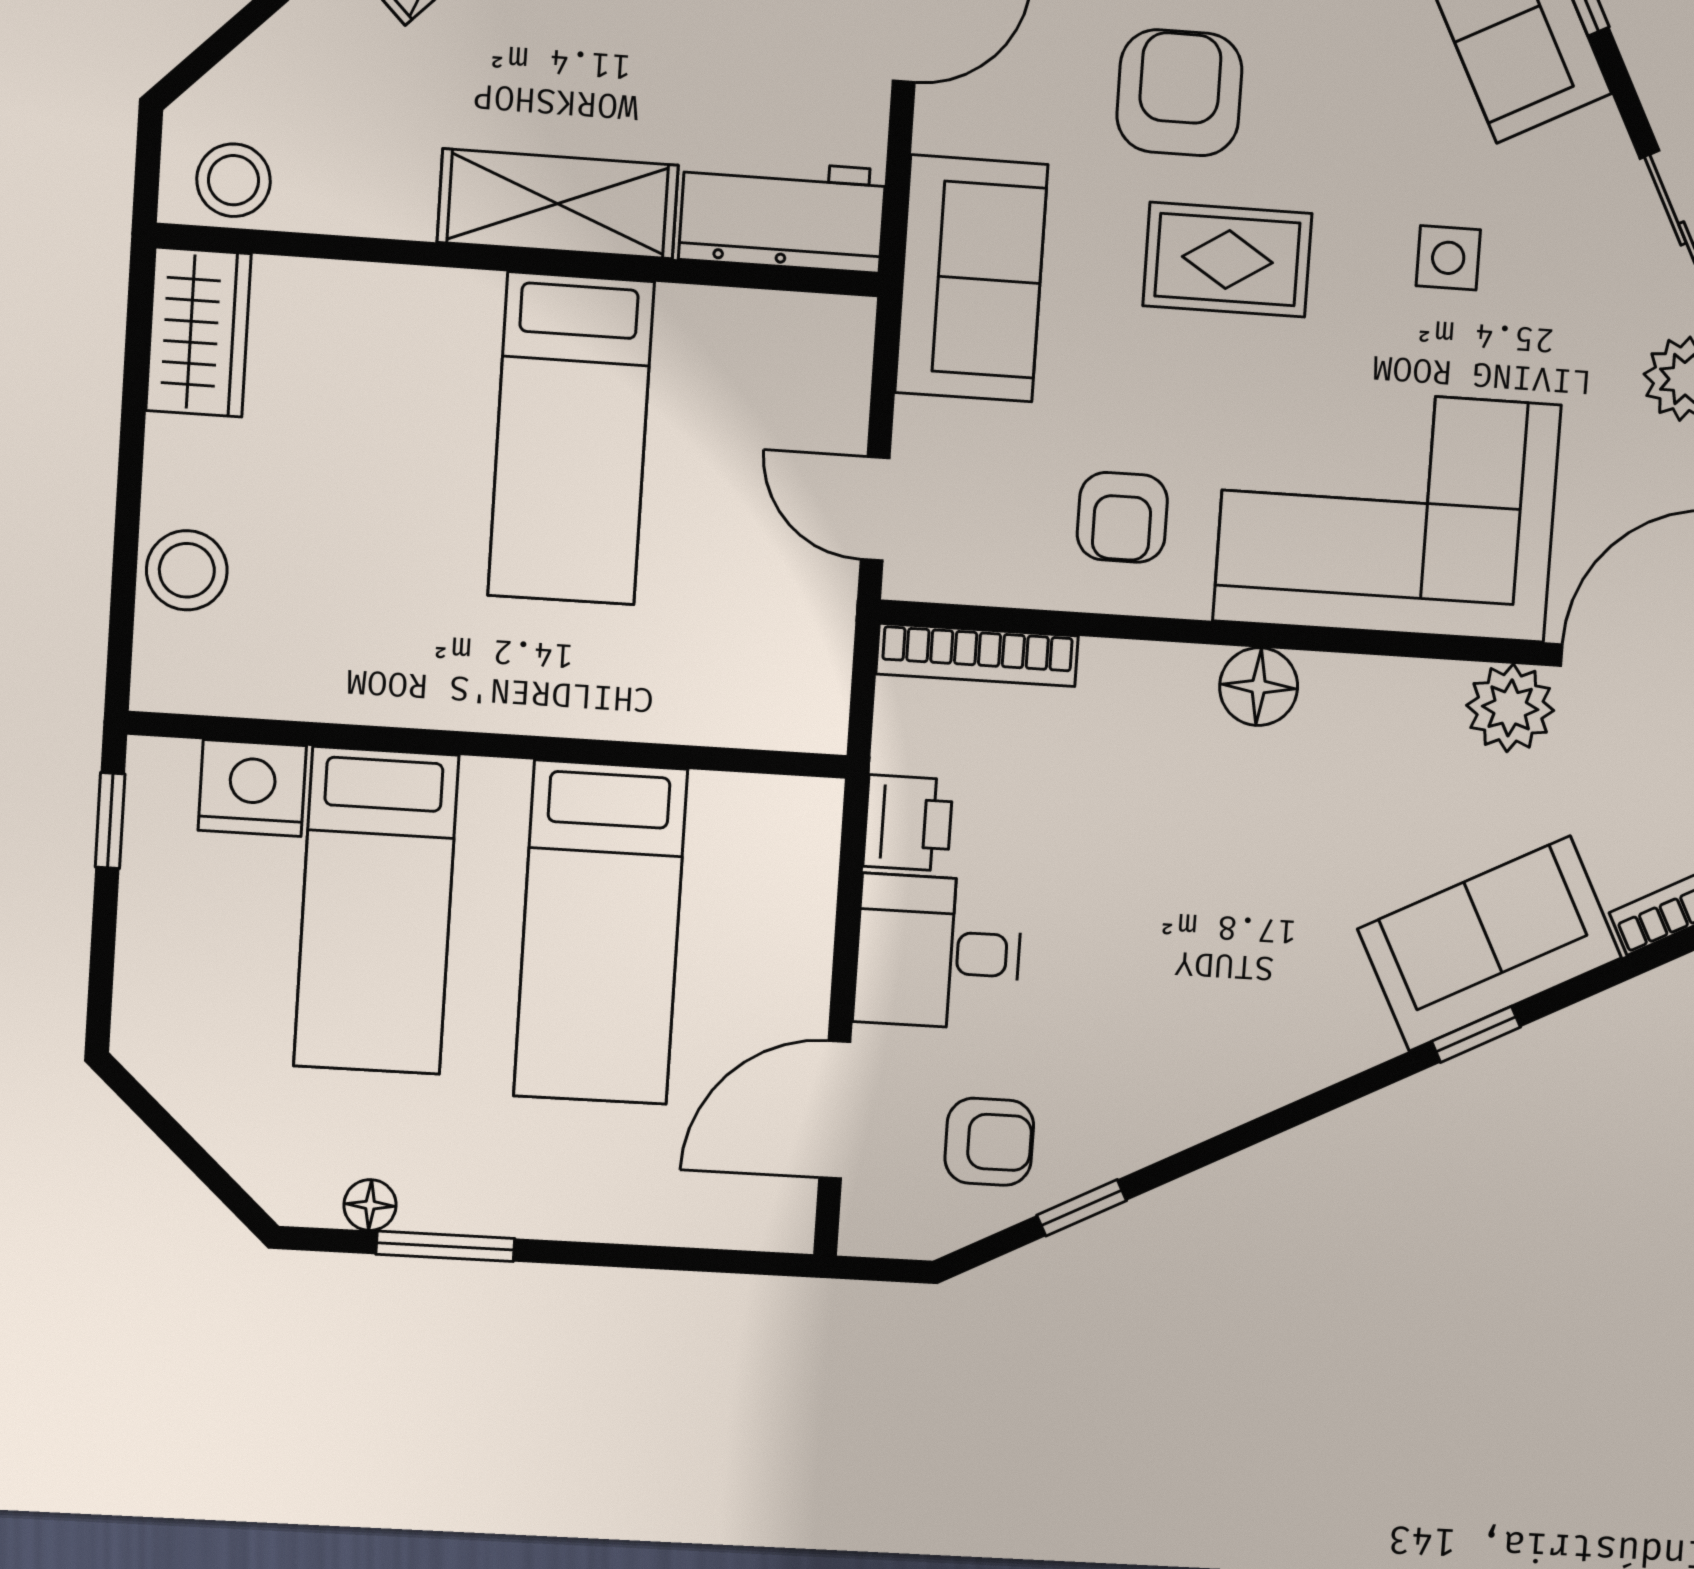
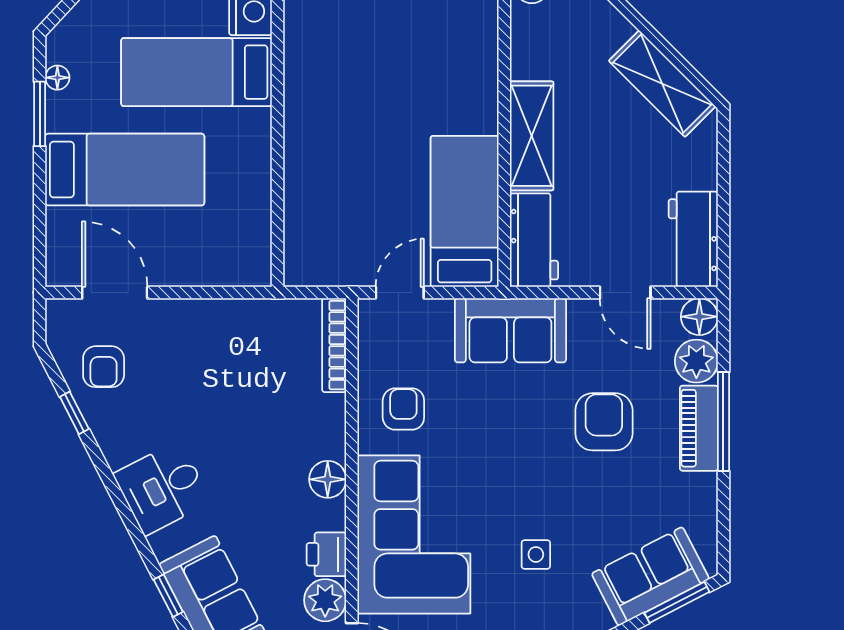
armchair: (1179, 93) -> (604, 422), turned -90
rug: (1228, 260) -> (528, 450), removed
bed: (571, 439) -> (465, 211), moved, turned 90
armchair: (1122, 517) -> (403, 409), turned 90
printer: (908, 823) -> (326, 554), moved, turned 90
bed: (601, 933) -> (125, 170), moved, turned 180
desk: (938, 952) -> (162, 488), moved, turned -117

